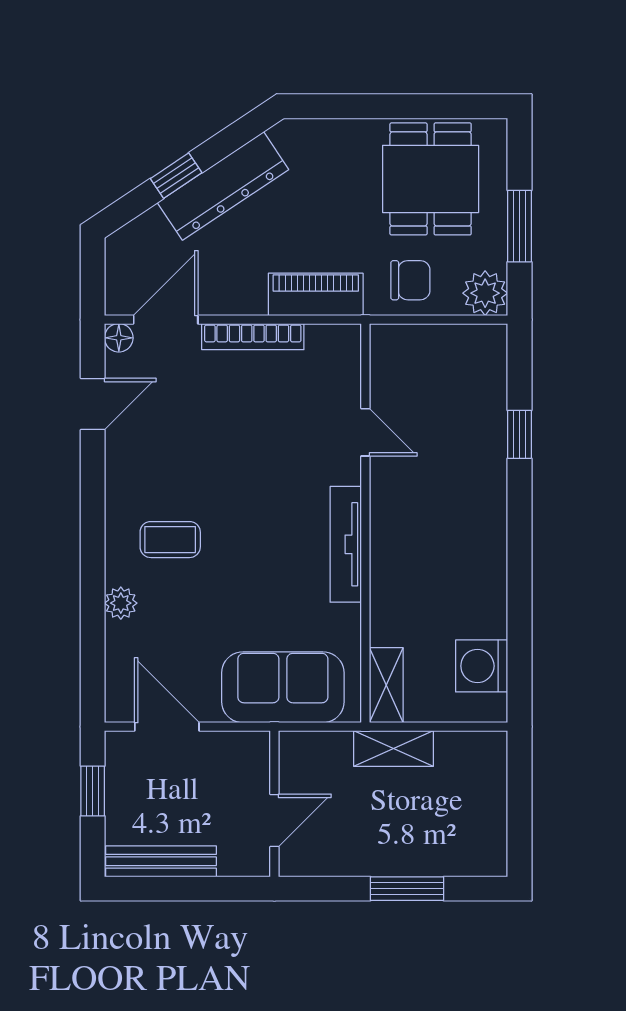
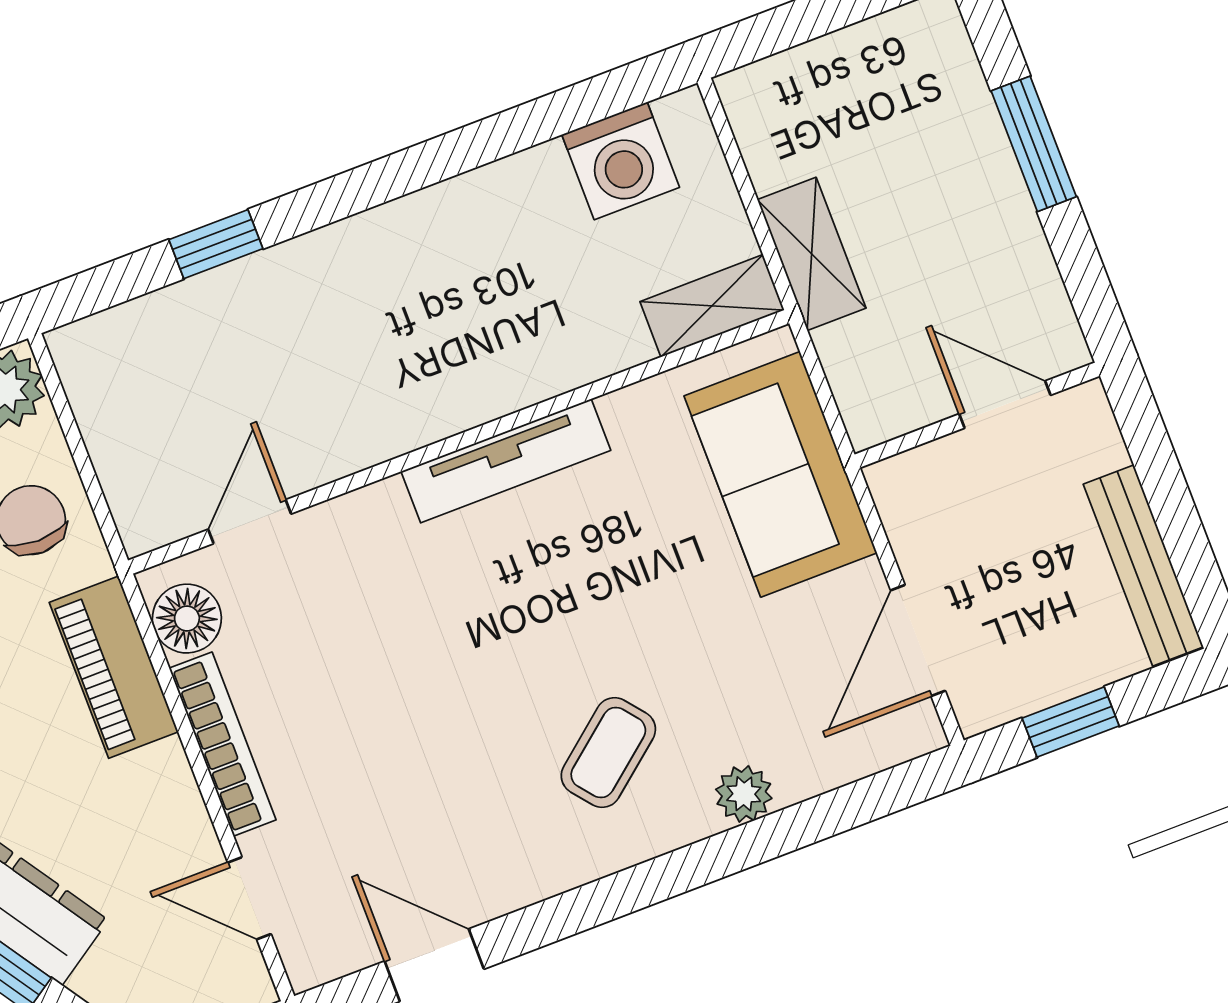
door: (166, 320) -> (249, 898), width x0.73
floor lamp: (119, 338) -> (187, 619), moved, width x1.37, depth x1.37
door: (365, 432) -> (250, 522), moved
coffee table: (170, 540) -> (608, 753), turned 51

